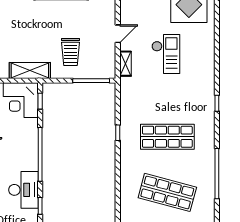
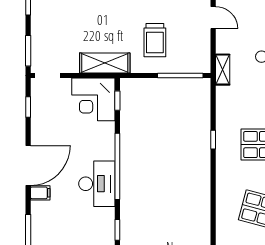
door: (118, 34) -> (213, 18), hinge flipped
shelving: (125, 64) -> (223, 70), moved
desk: (23, 190) -> (97, 184), moved

